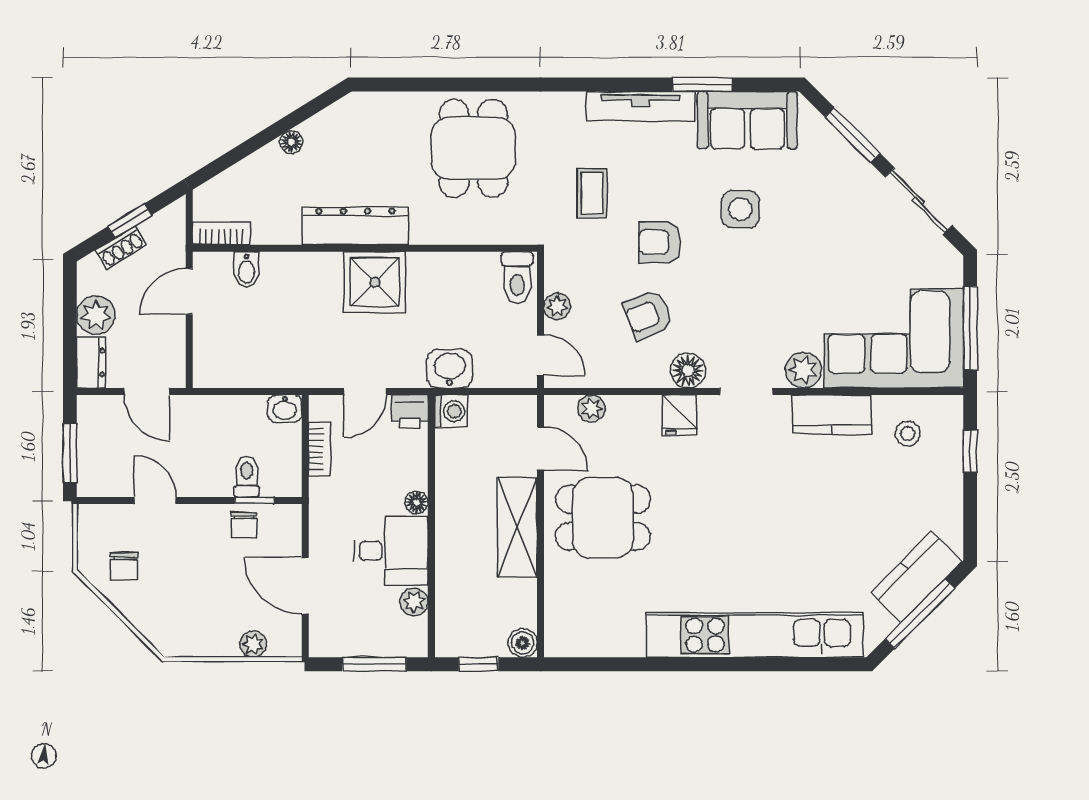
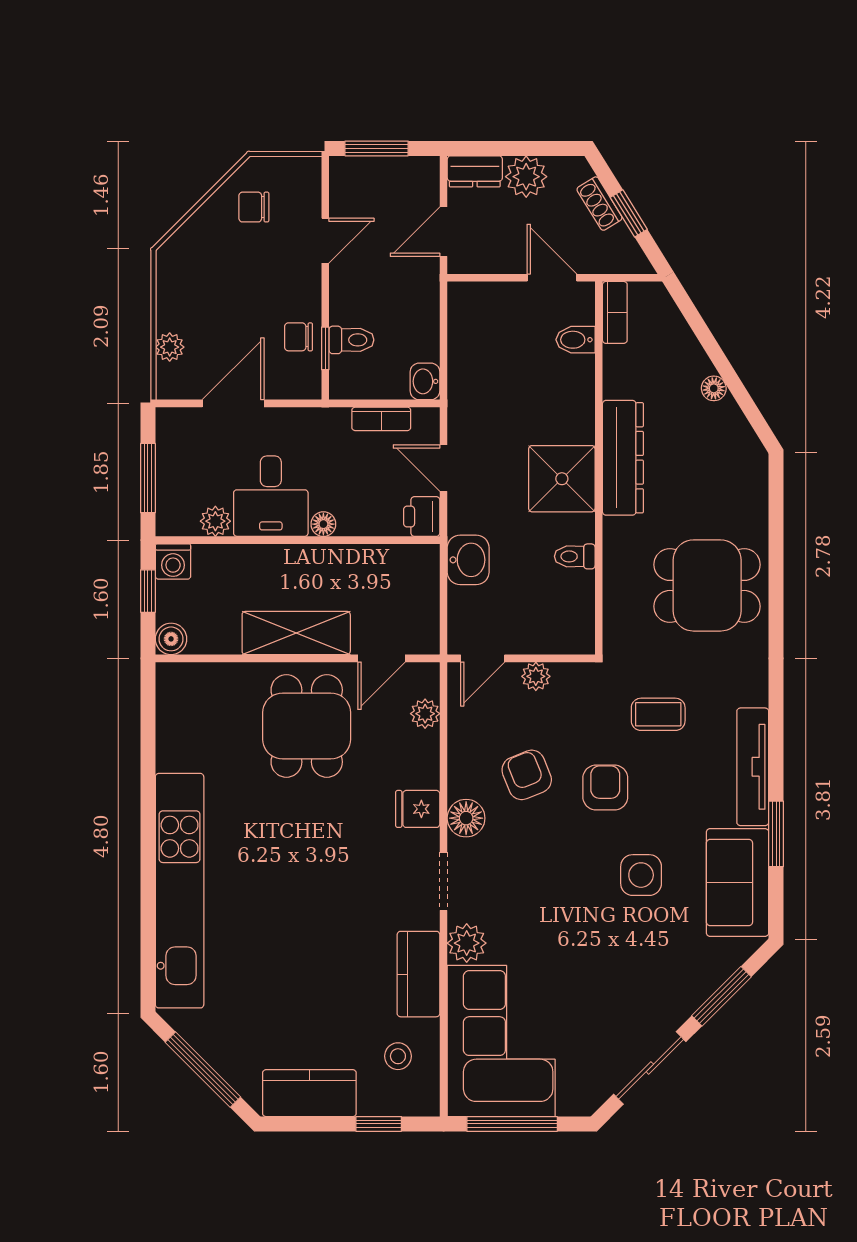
toilet: (517, 278) -> (575, 556), moved, width x0.73, depth x0.72
washing machine: (451, 411) -> (173, 562), moved
kitchen counter: (916, 577) -> (309, 1093), moved, turned -45

